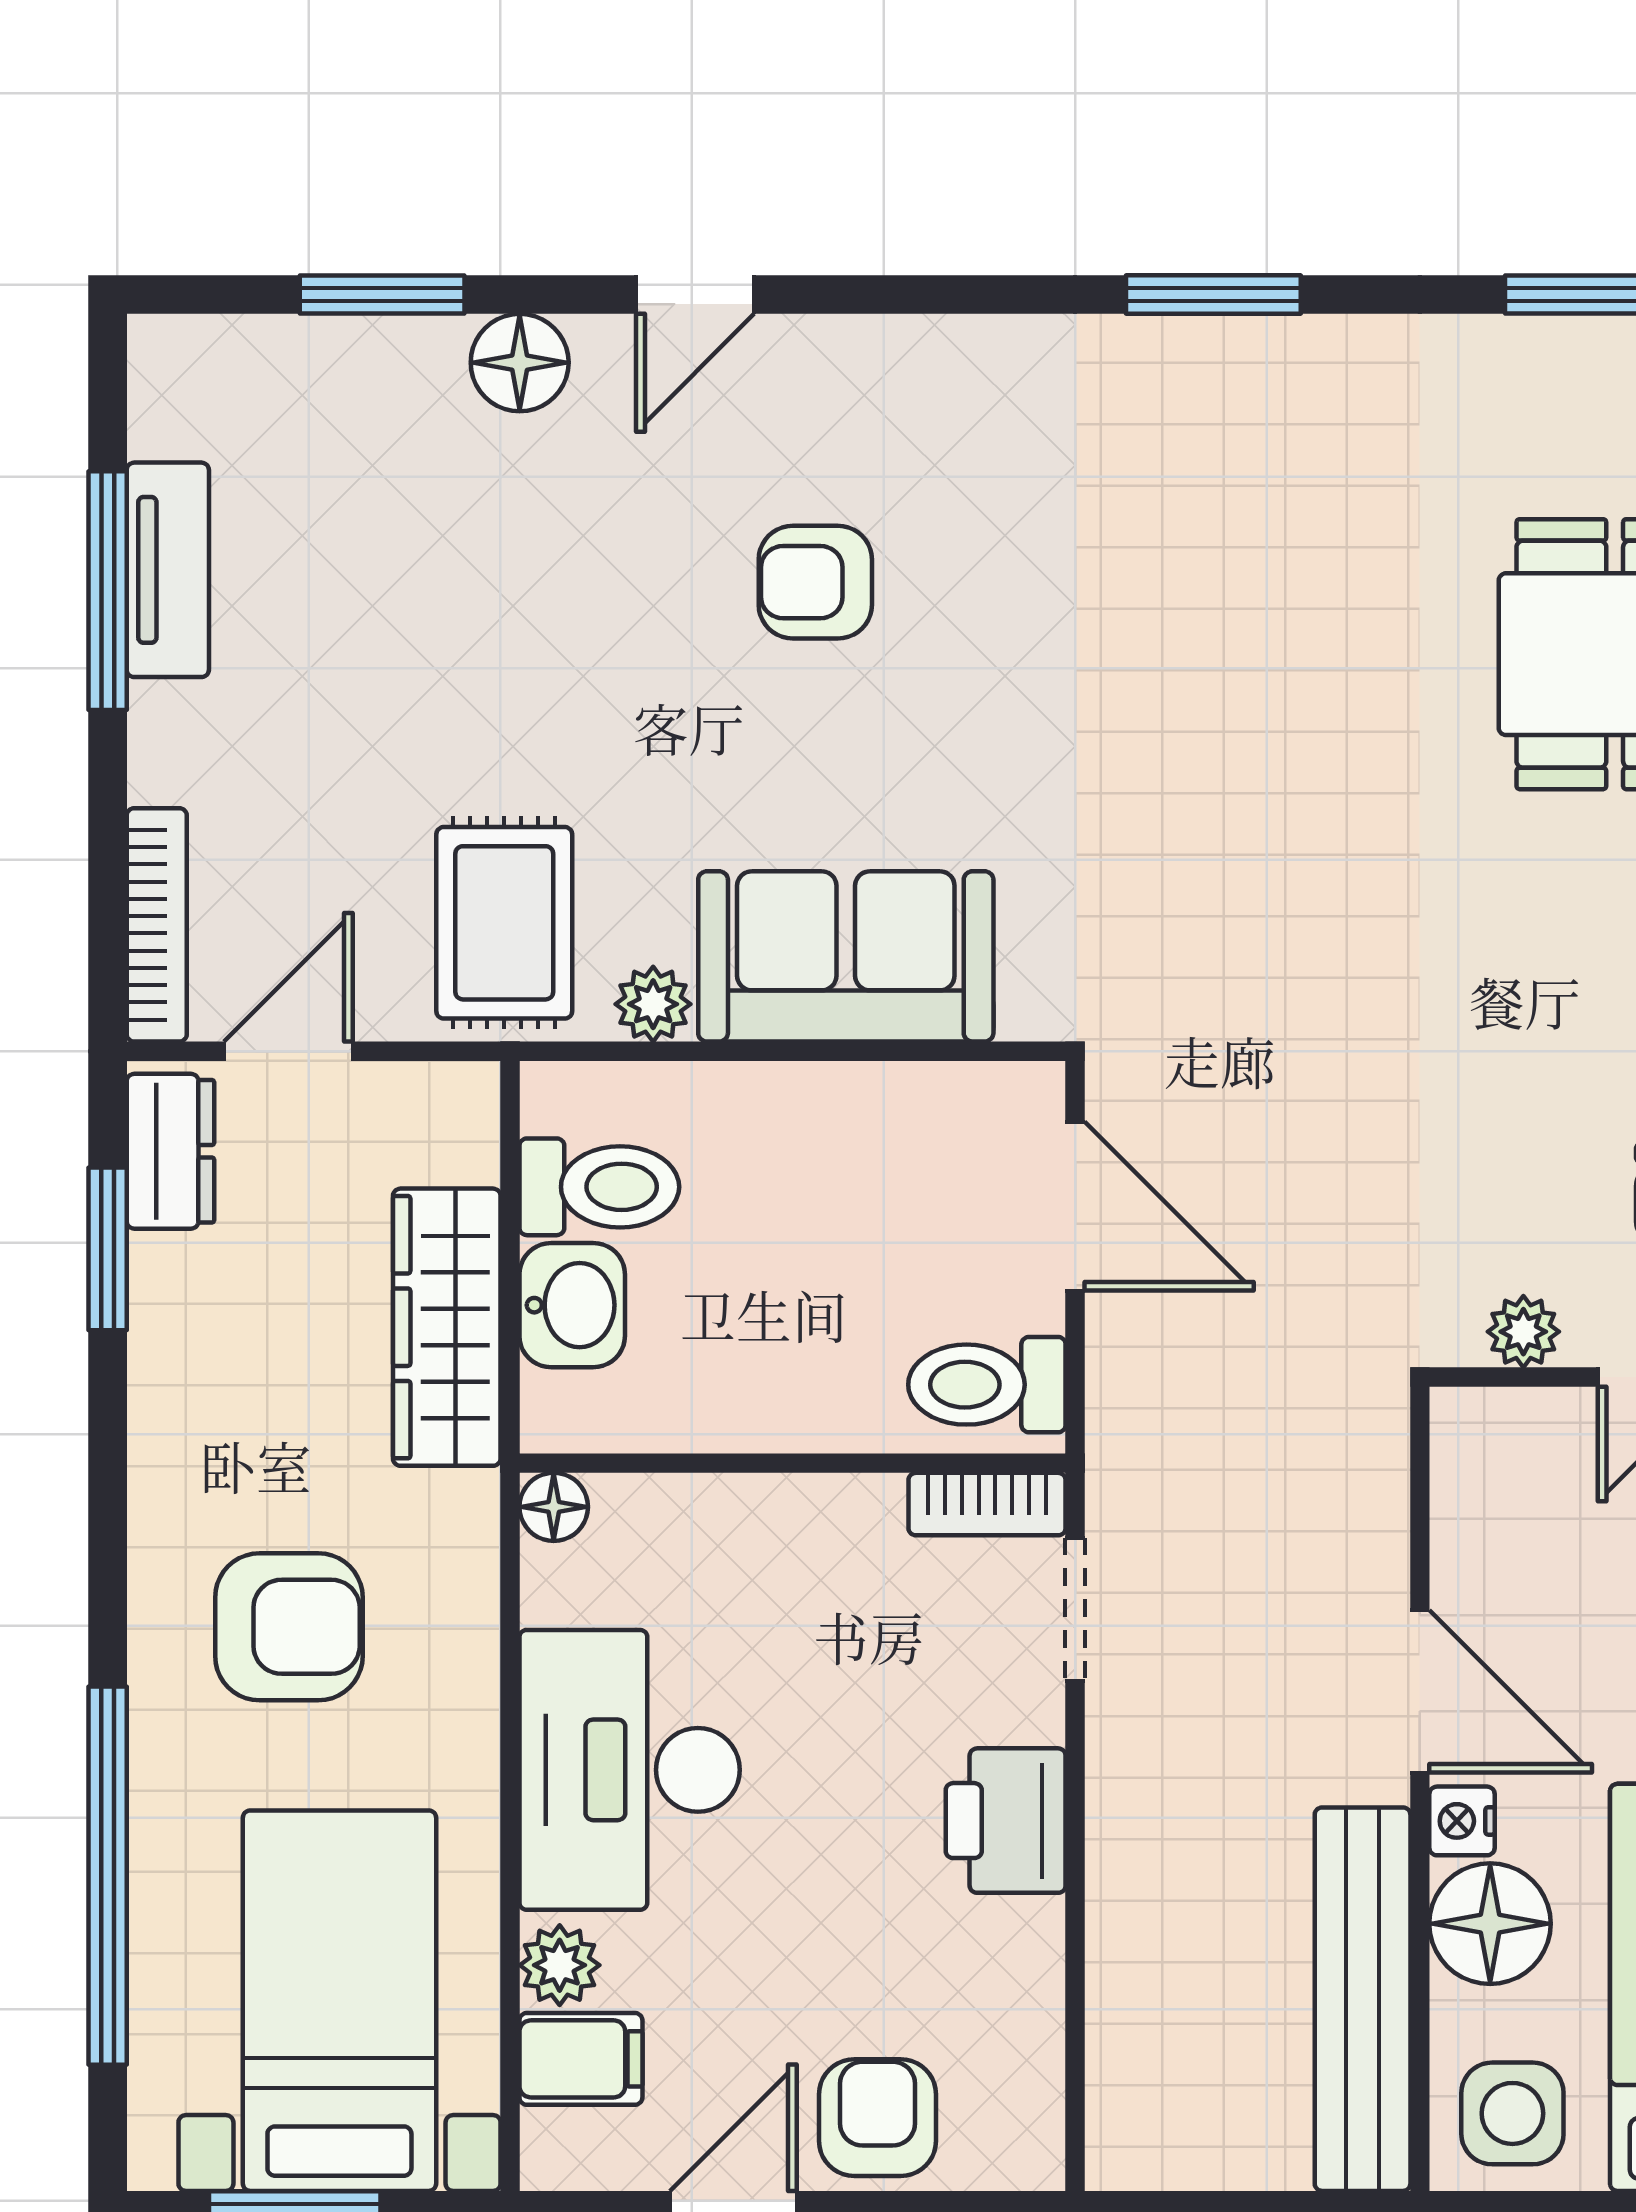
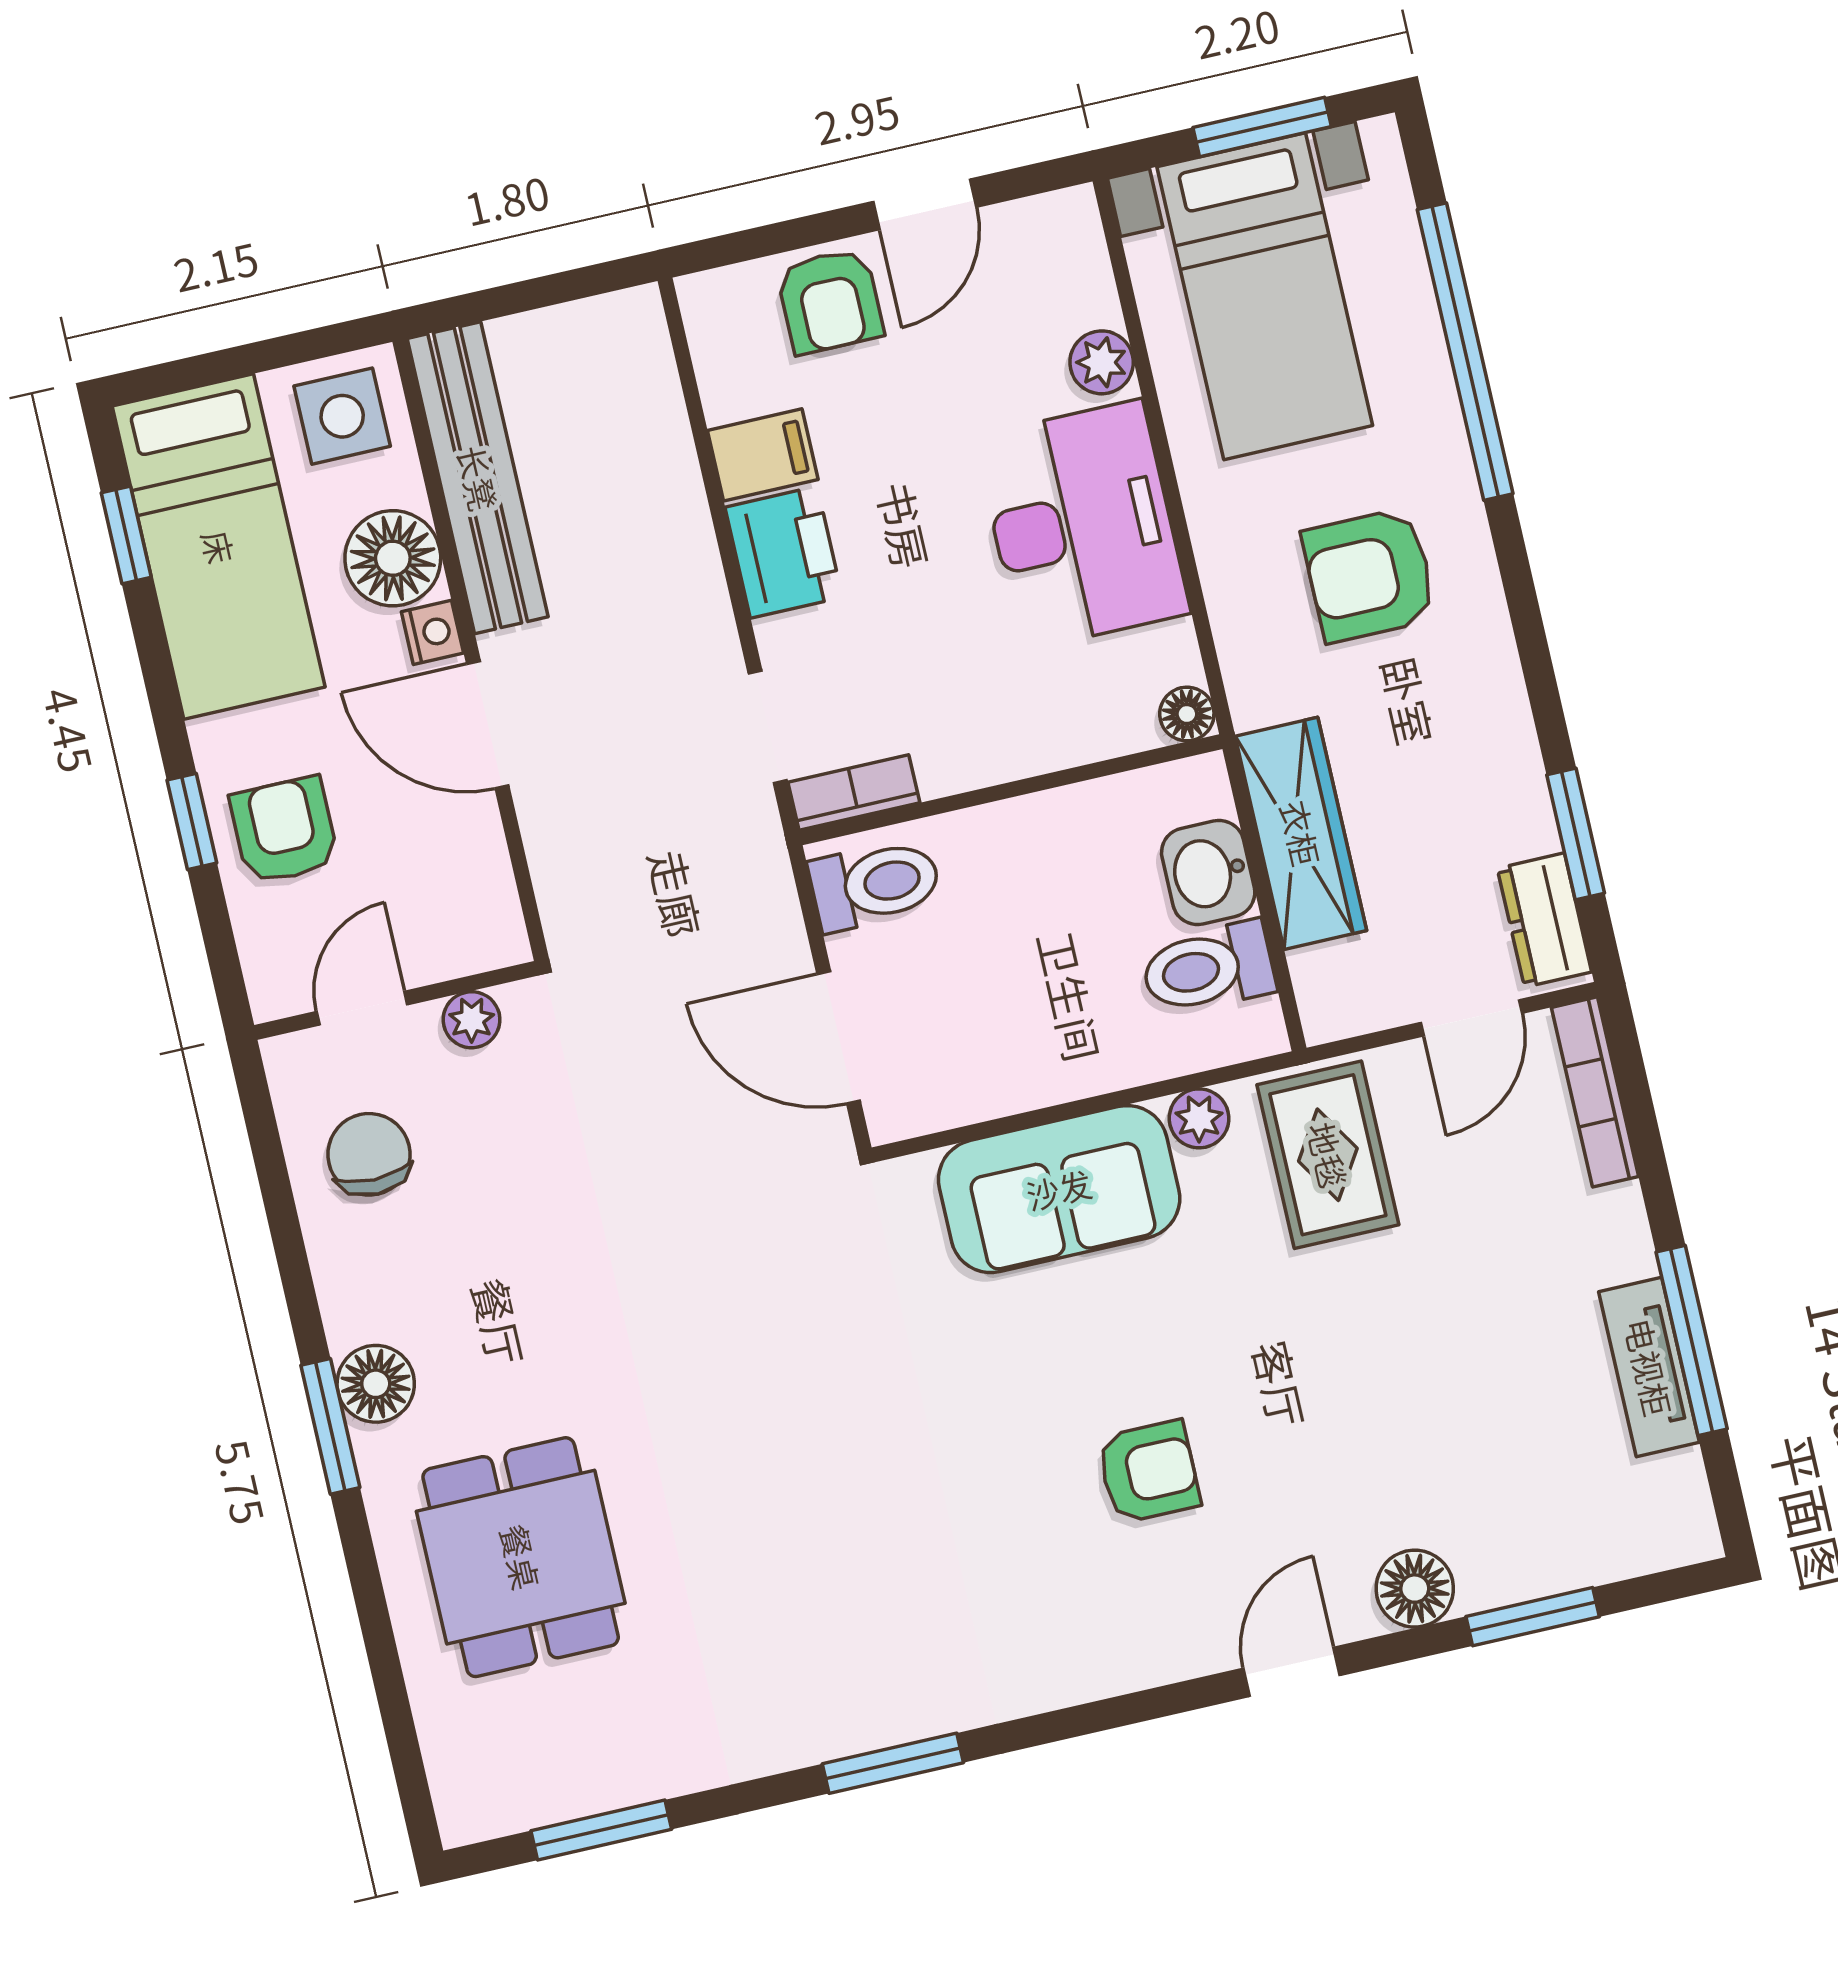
filing cabinet: (581, 2059) -> (763, 455), moved, turned 180

